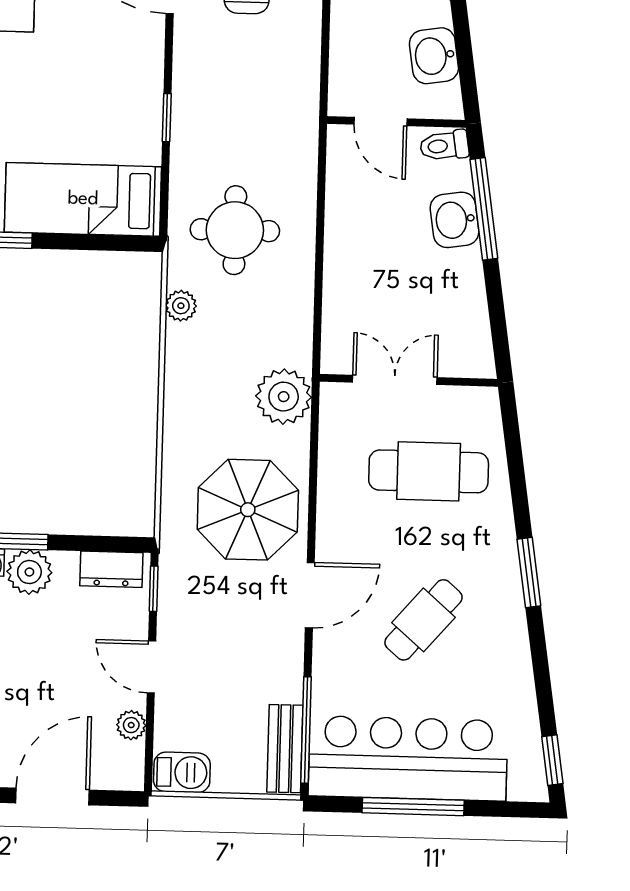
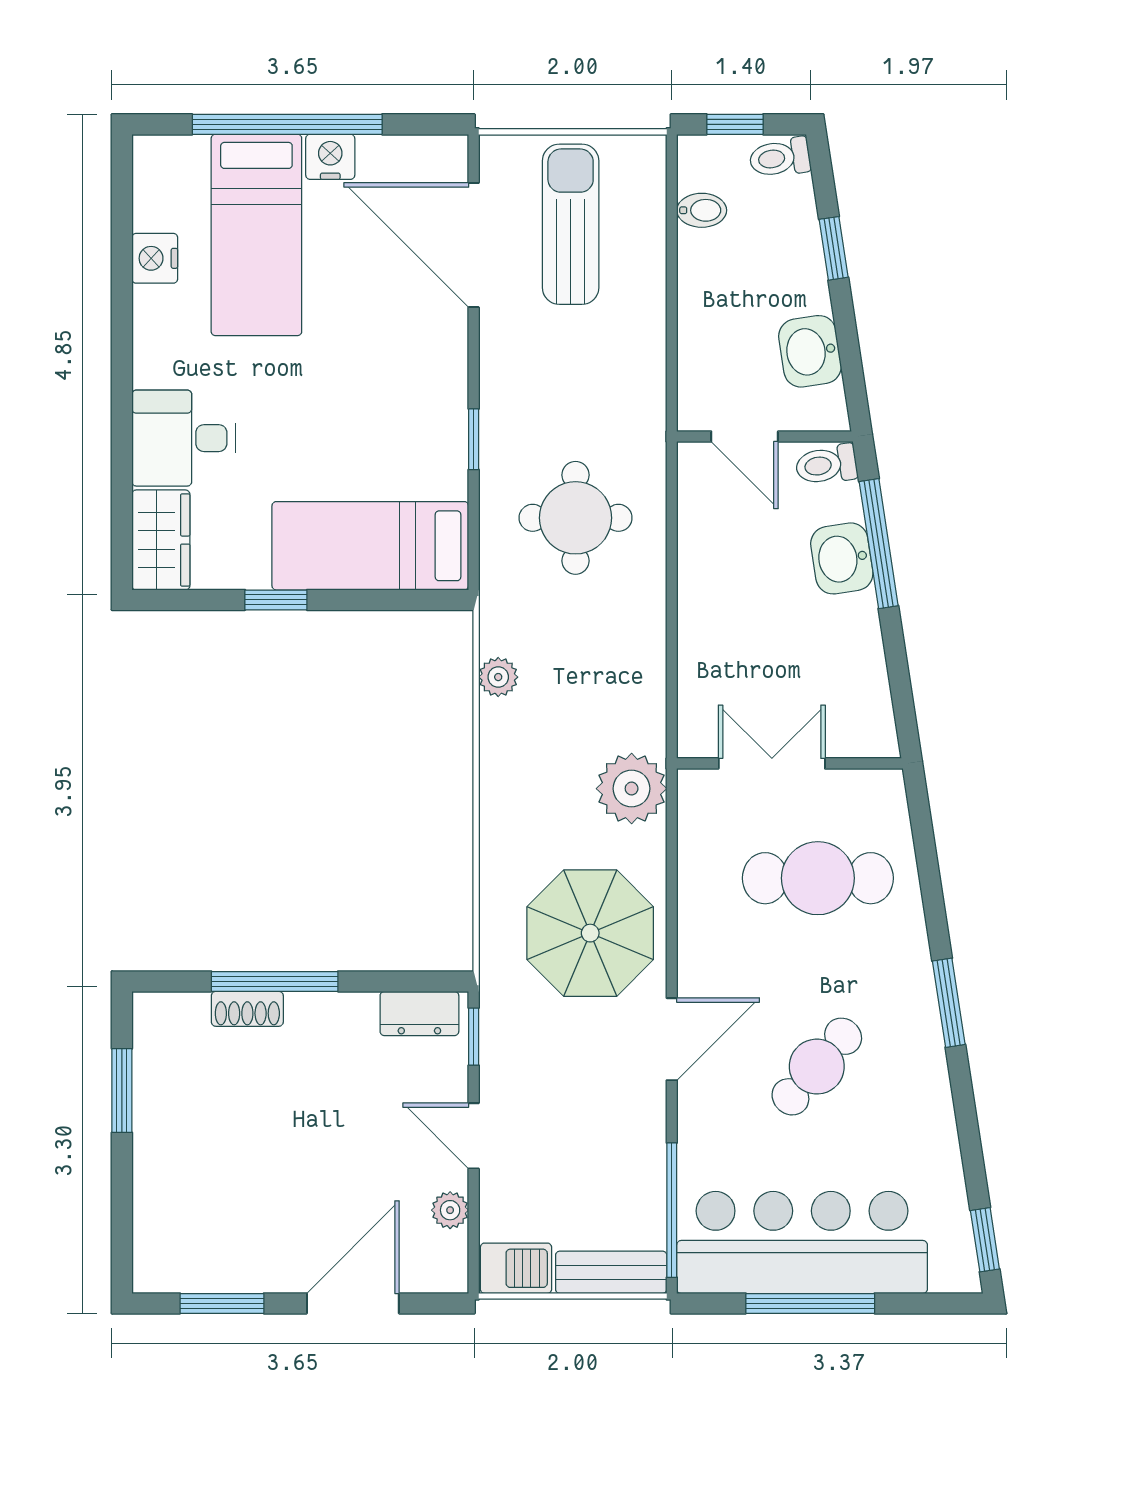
round table: (235, 230) -> (576, 518), moved
plant: (29, 572) -> (316, 1020), removed
bench: (285, 749) -> (611, 1272), moved, turned 90

